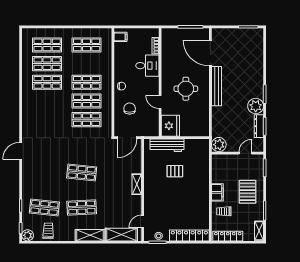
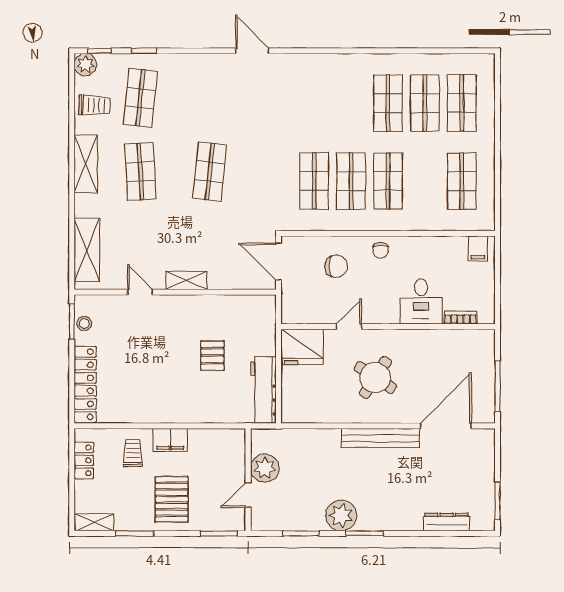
round table: (186, 89) -> (375, 377), turned 33
dresser: (259, 126) -> (446, 522), moved
workbench: (167, 145) -> (263, 390), moved
plant: (219, 145) -> (265, 468), moved
door: (245, 153) -> (248, 495), swing flipped
pallet: (247, 192) -> (172, 499), turned 90
door: (143, 221) -> (140, 292), moved
shelving: (90, 235) -> (86, 164), moved
locker: (228, 236) -> (84, 460), width x0.66

